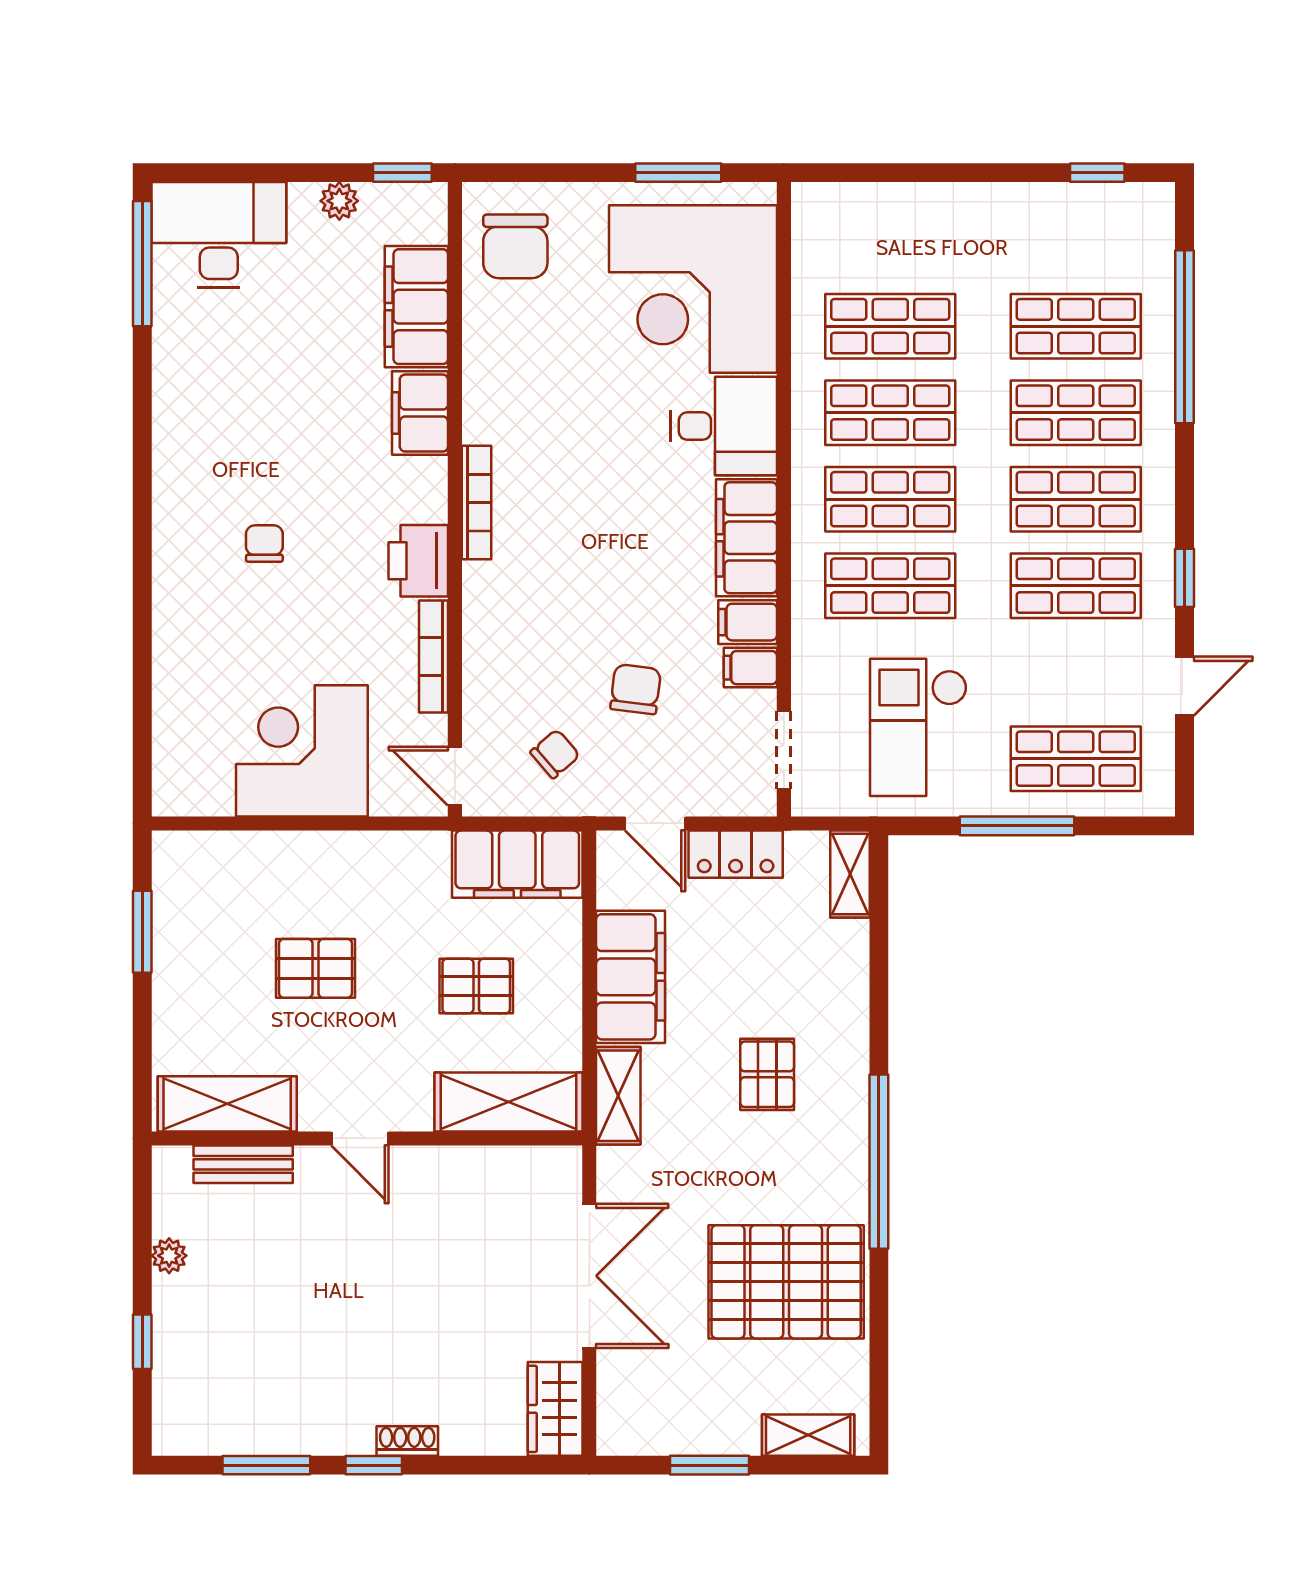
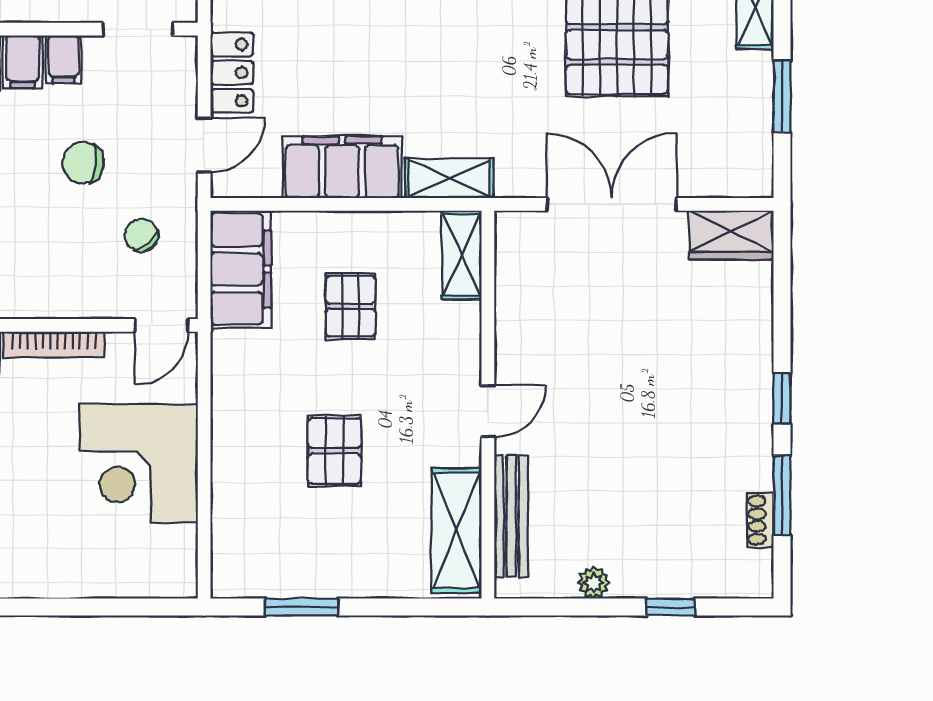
pallet: (767, 1074) -> (430, 44), removed
shelving: (508, 1102) -> (462, 255), width x0.67, depth x0.75
bench: (243, 1164) -> (511, 516), width x1.36
shoe rack: (407, 1441) -> (760, 520), moved

